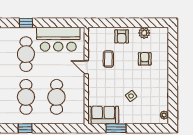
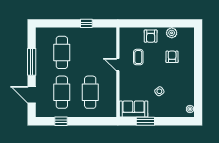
window: (26, 23) -> (86, 23), moved
bar counter: (58, 39) -> (92, 39), removed

